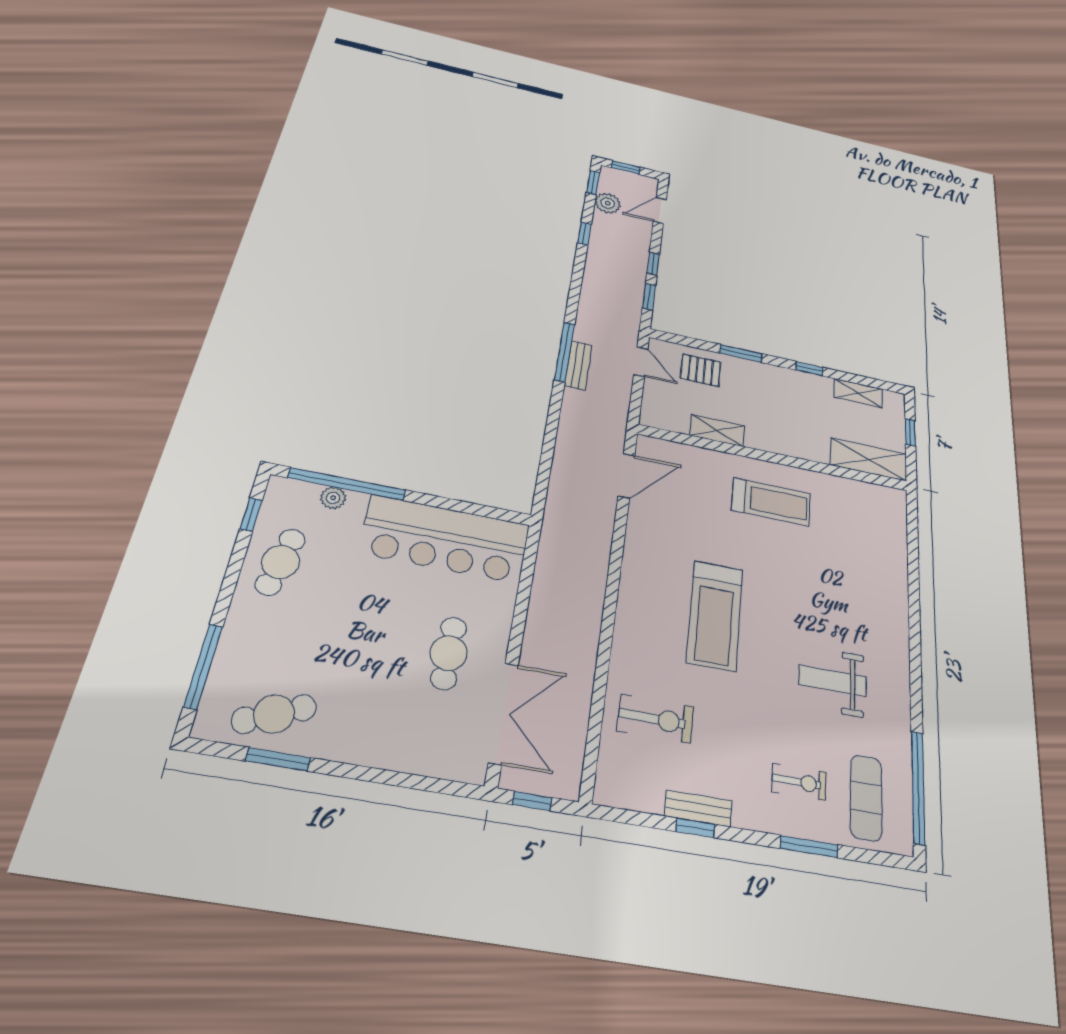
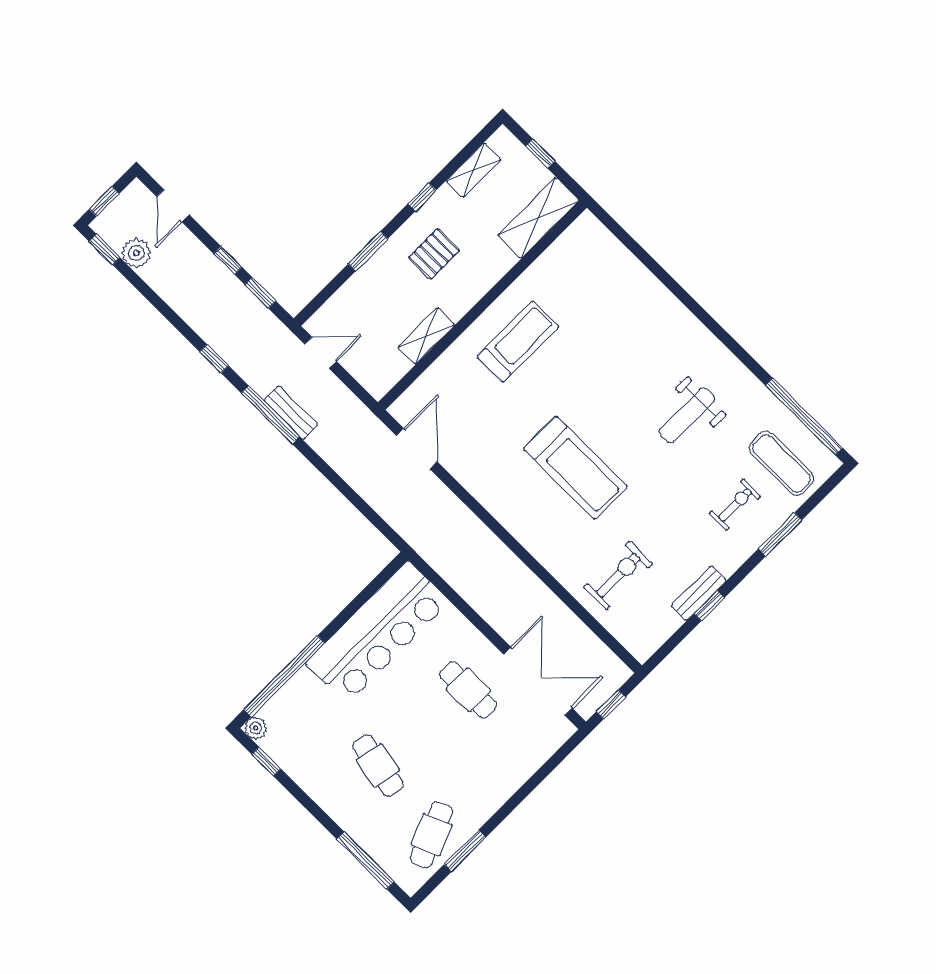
window: (584, 234) -> (214, 359), moved
pallet: (701, 370) -> (434, 254), moved
plant: (333, 498) -> (256, 728), moved
cafe table: (280, 562) -> (378, 765), moved

